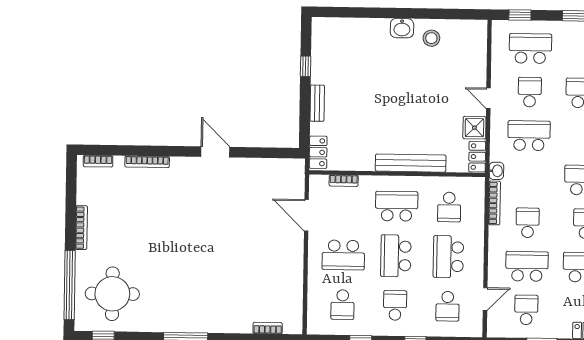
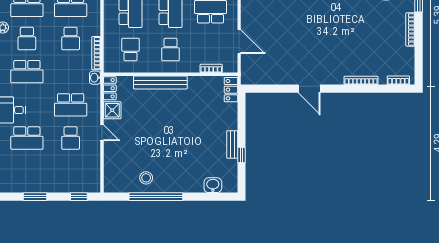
window: (419, 13) -> (156, 197), added
washbasin: (402, 28) -> (213, 185), moved
school desk: (530, 49) -> (71, 171), removed
bench: (317, 103) -> (232, 145), moved
school desk: (397, 206) -> (171, 50), width x0.54

